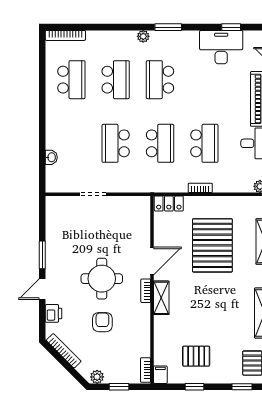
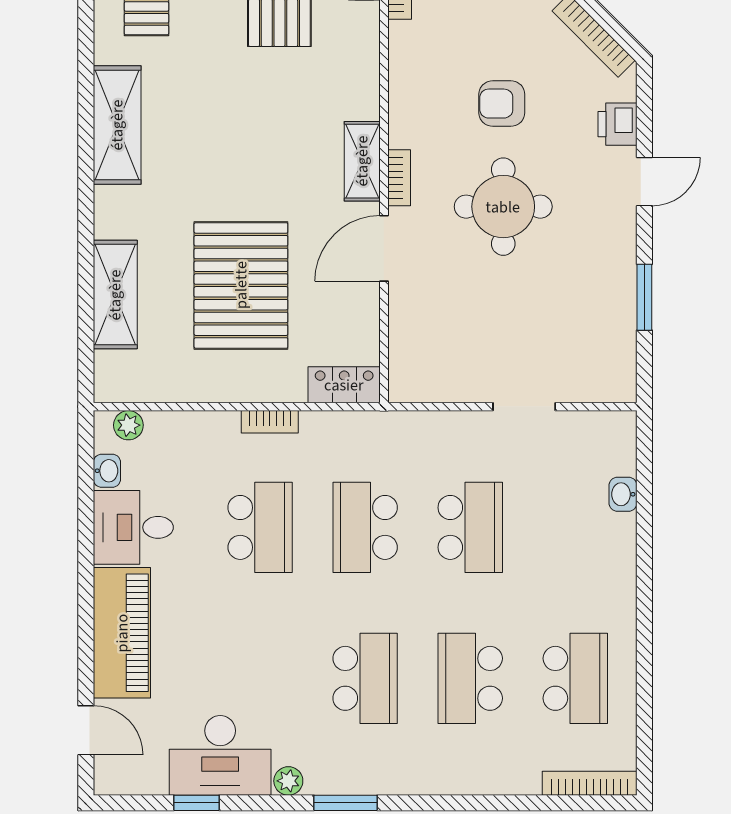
plant: (143, 36) -> (288, 781), moved
school desk: (71, 80) -> (575, 678), turned 180
school desk: (204, 143) -> (260, 527), turned 180
window: (42, 255) -> (644, 297), moved
armchair: (102, 322) -> (502, 104), turned 90

